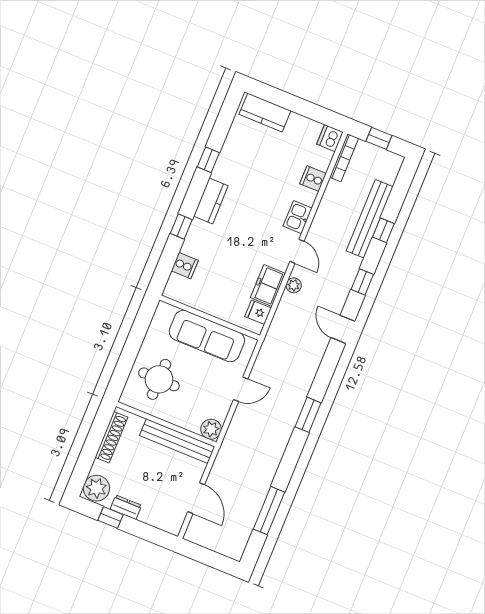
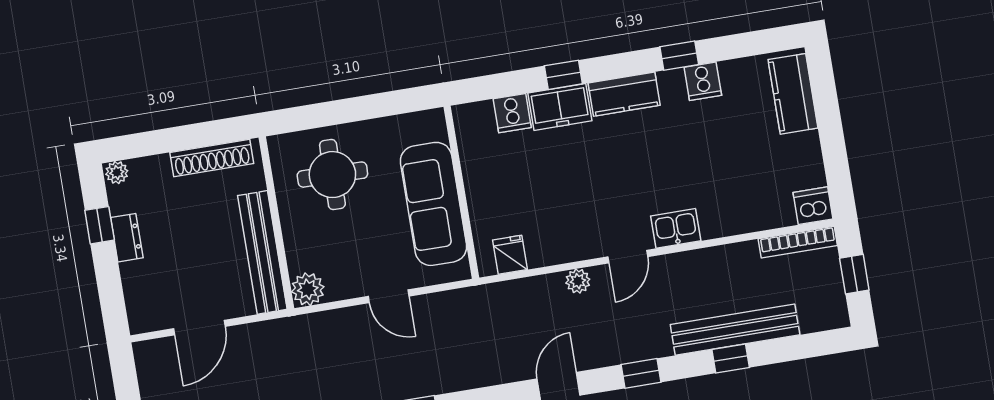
cooker: (313, 179) -> (703, 81), moved, turned 180
freezer: (268, 285) -> (560, 107), moved, turned 180
plant: (96, 488) -> (117, 172), width x0.53, depth x0.53

